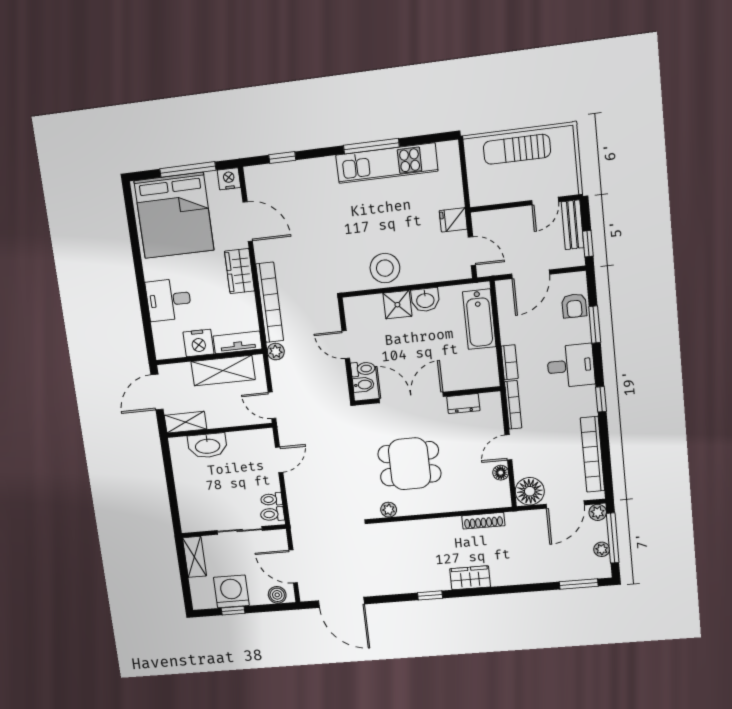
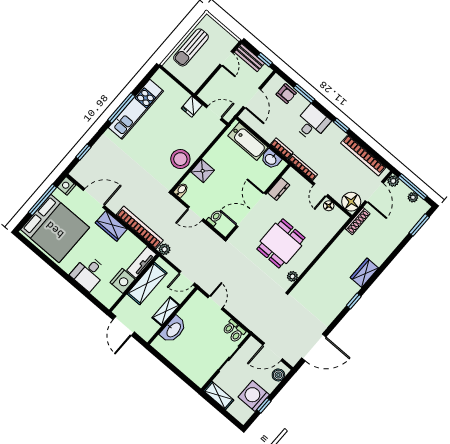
washbasin: (425, 300) -> (271, 159), moved, turned 90
bidet: (363, 385) -> (181, 190), moved
shelving: (186, 422) -> (166, 311), moved
shoe rack: (483, 521) -> (358, 221), moved

